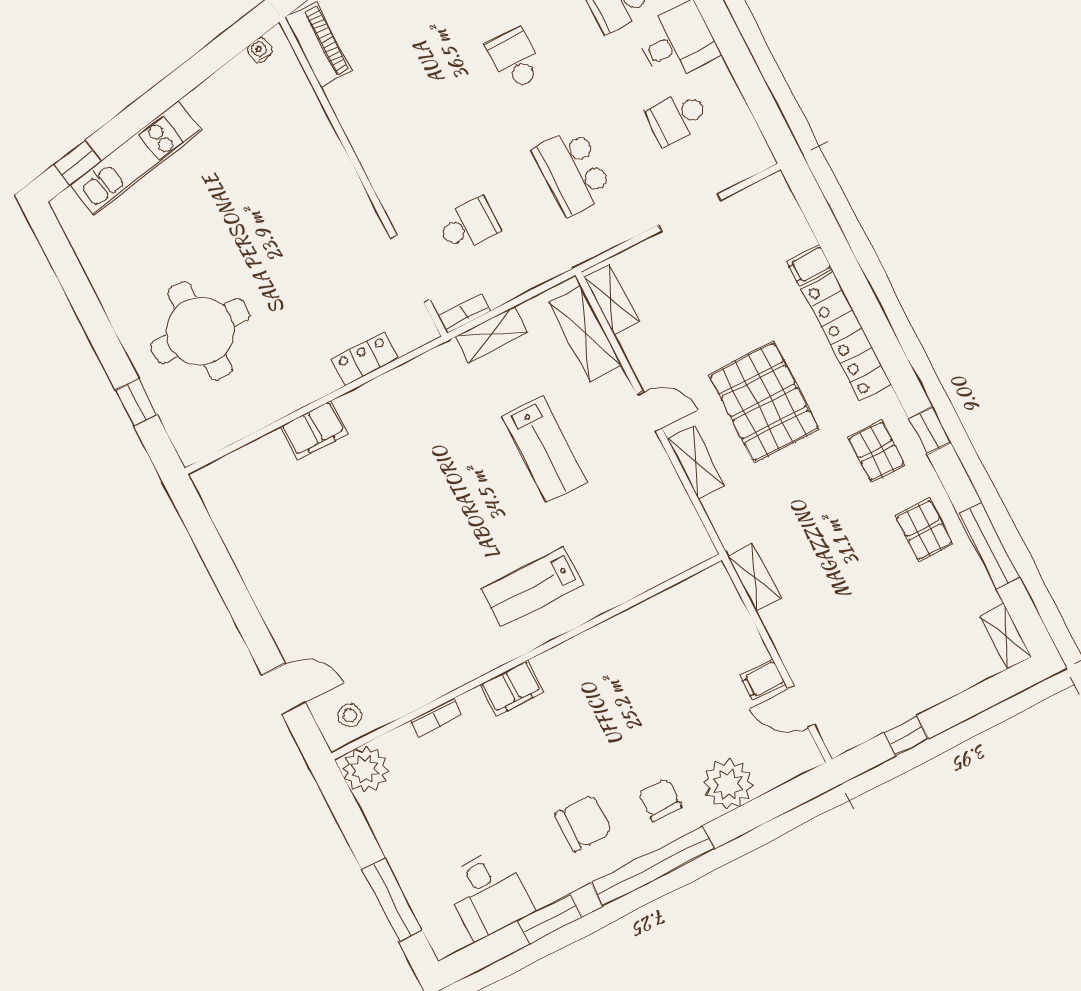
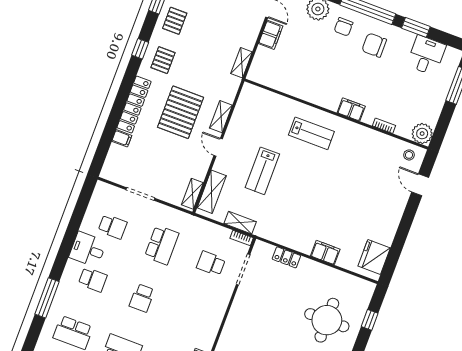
lab bench: (544, 449) -> (262, 171), turned 180
fridge: (234, 504) -> (374, 257), added
filing cabinet: (763, 680) -> (271, 35), width x2.00

